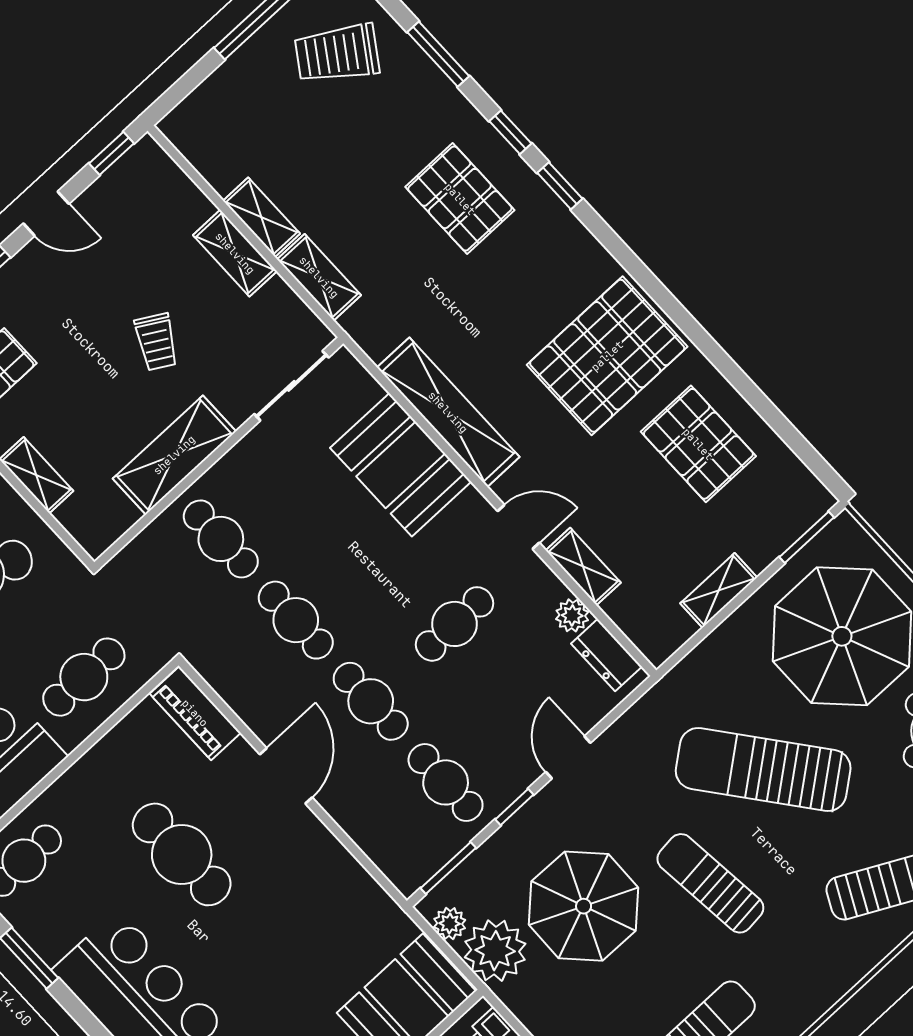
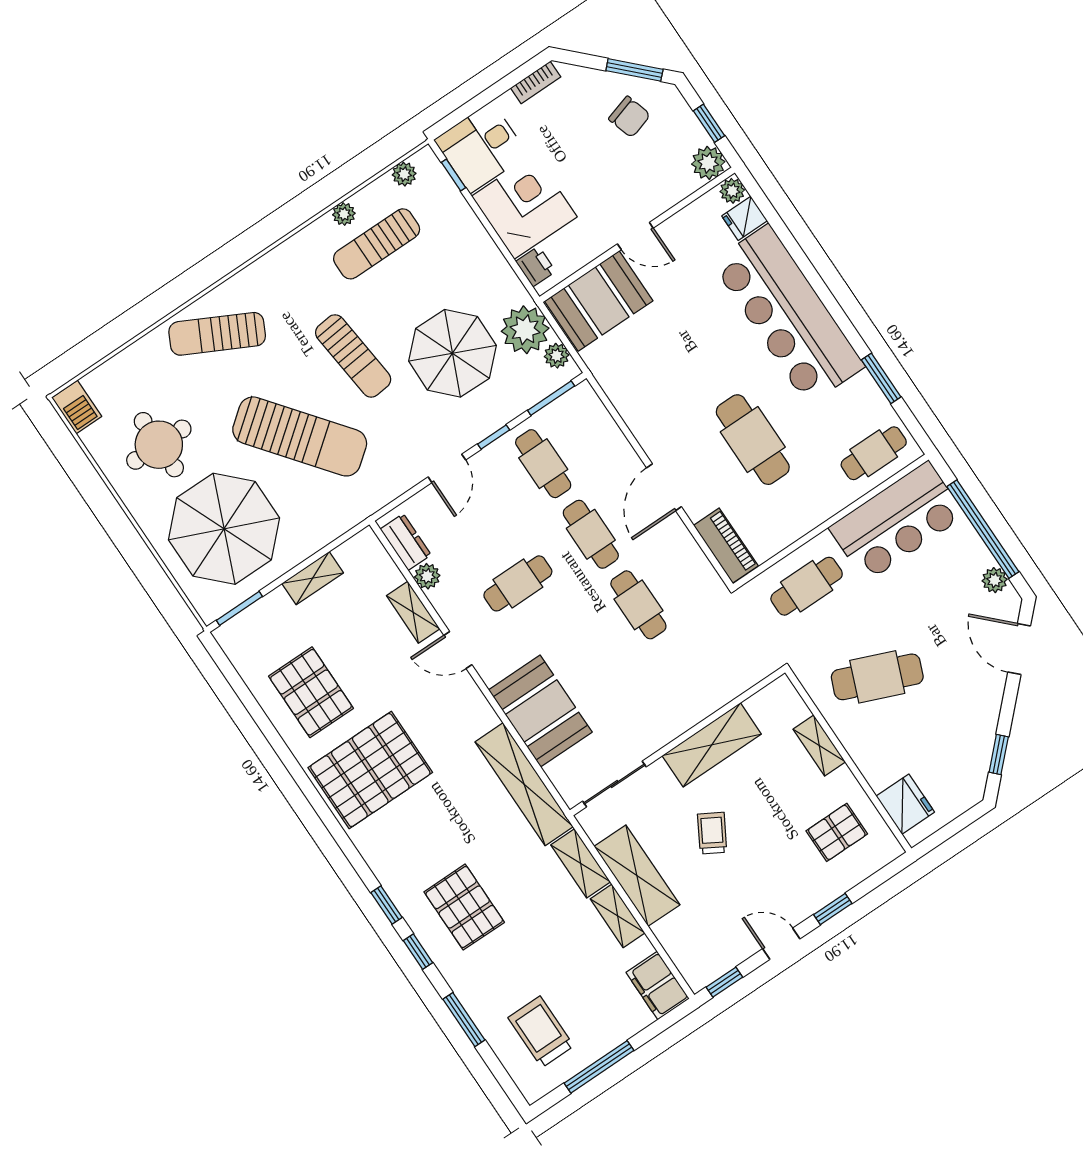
trolley: (337, 54) -> (541, 1032), turned -124
filing cabinet: (197, 136) -> (658, 986), added
shelving: (235, 253) -> (637, 876), width x1.50, depth x1.33
shelving: (448, 412) -> (524, 784), moved
cafe table: (221, 539) -> (686, 675), removed

